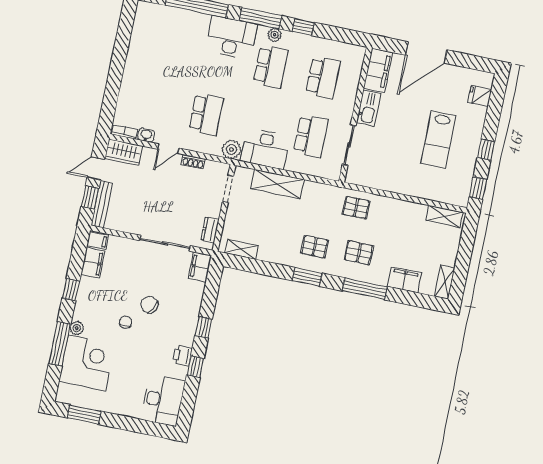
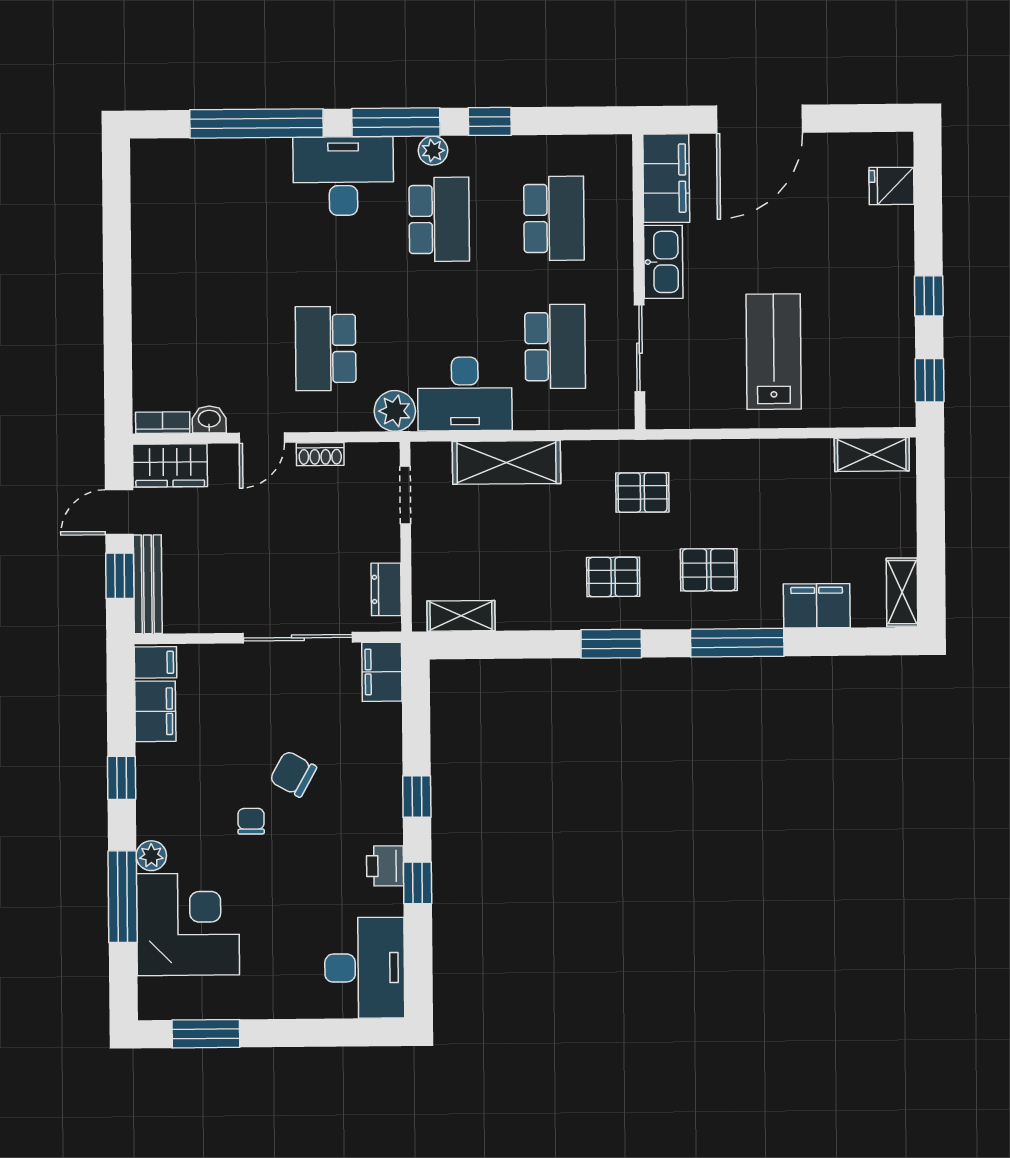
school desk: (206, 114) -> (326, 349), turned 180
lab bench: (438, 140) -> (774, 352), moved, turned 180
pallet: (356, 208) -> (642, 492), moved

